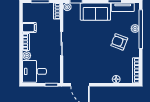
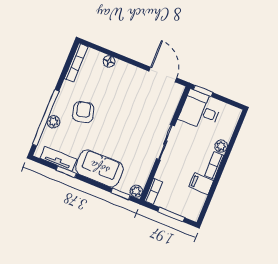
armchair: (119, 42) -> (83, 112), turned -125
desk: (34, 71) -> (200, 110), moved, turned 180

